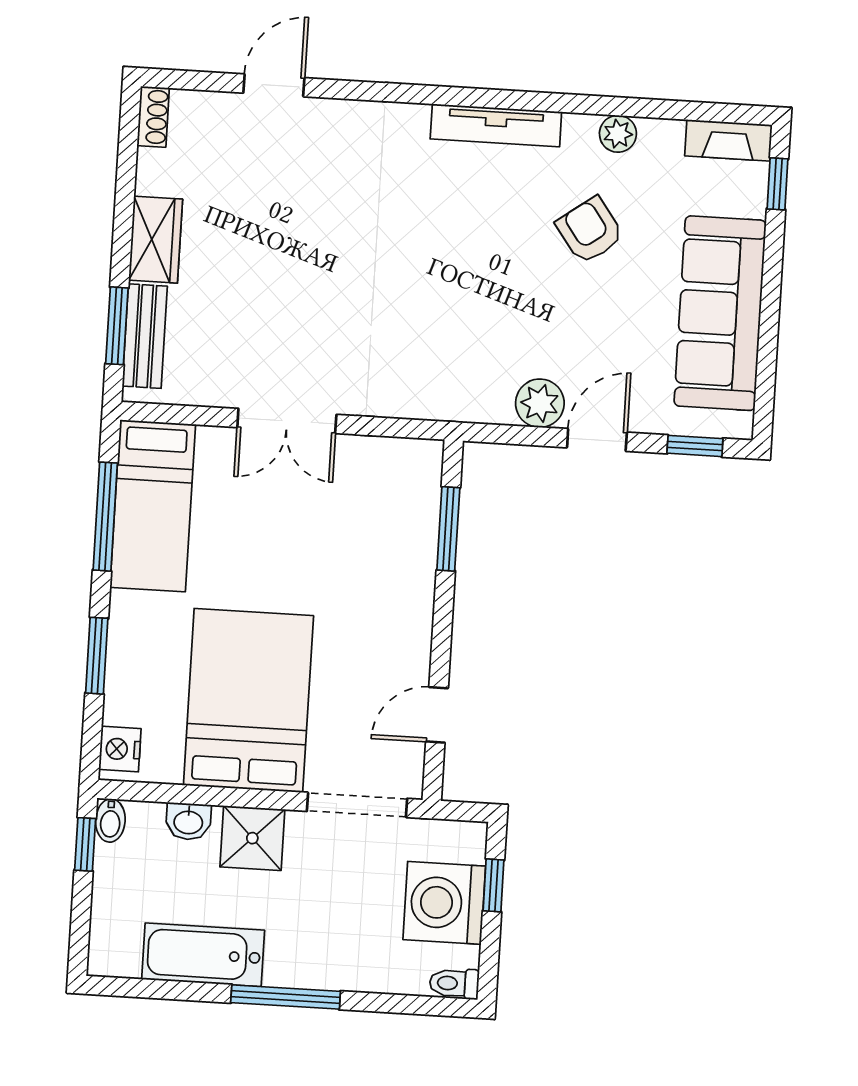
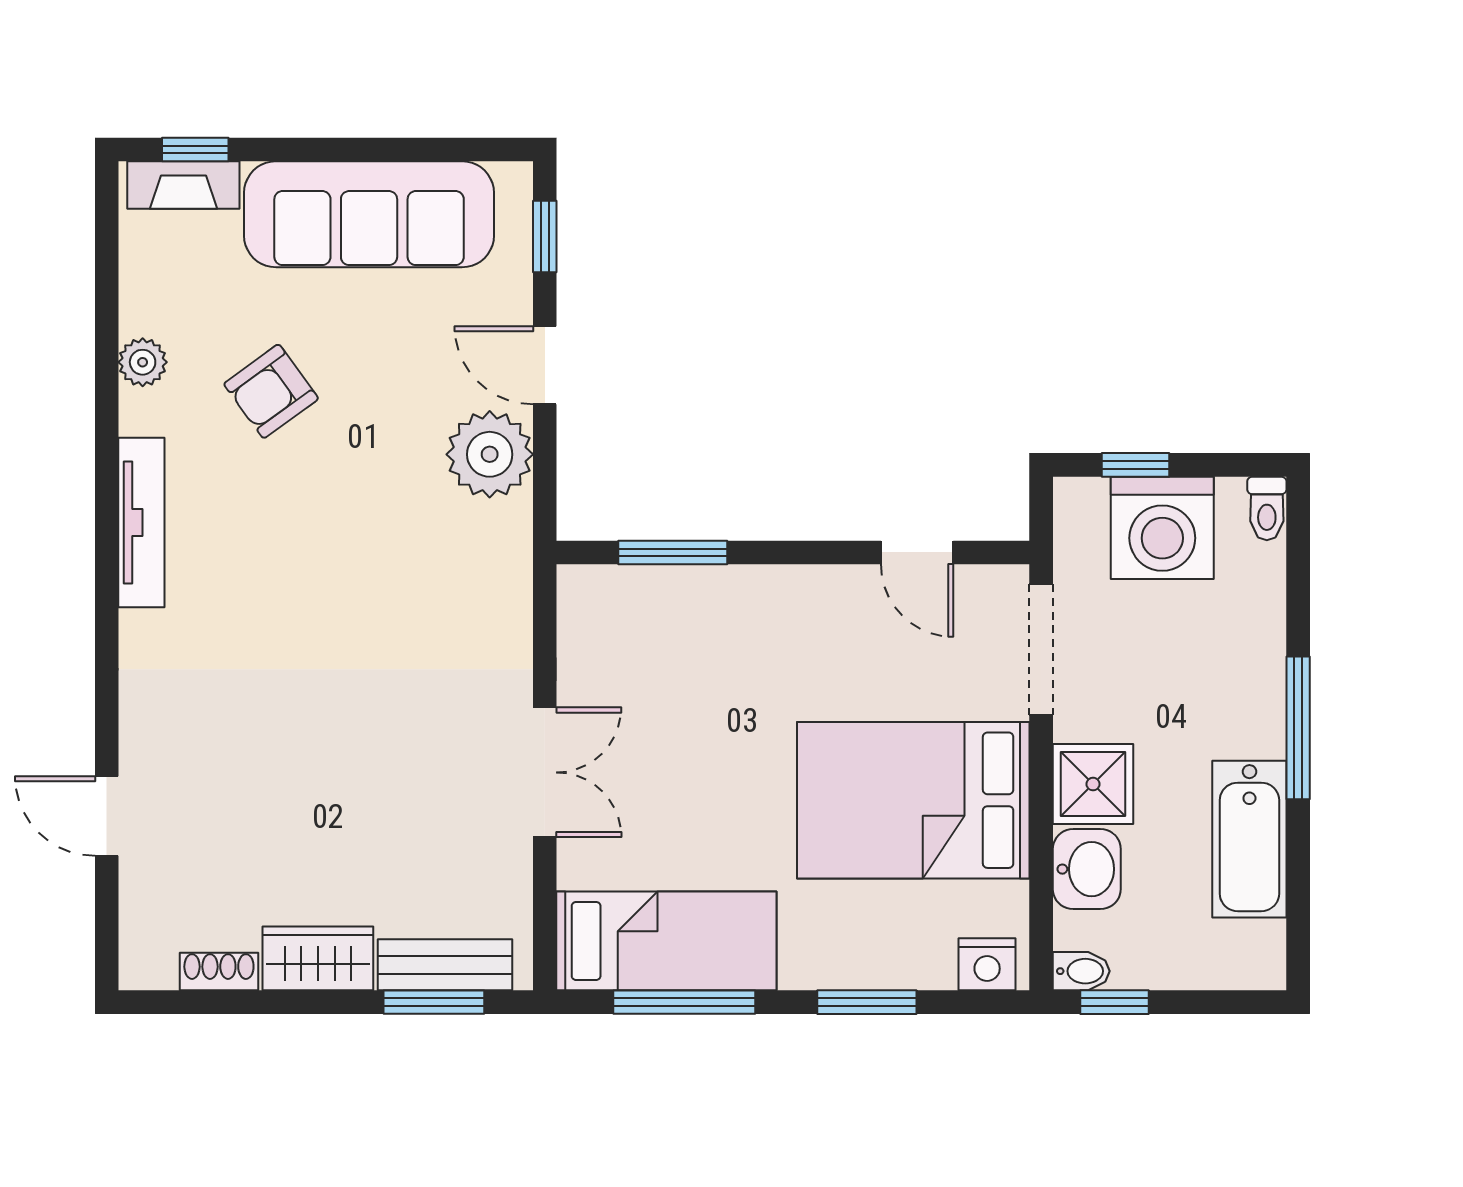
shoe rack: (153, 117) -> (219, 971), moved
fireplace: (728, 140) -> (183, 185), moved, turned 90
plant: (540, 403) -> (490, 454), width x1.36, depth x1.36
washbasin: (188, 821) -> (1087, 869), width x1.38, depth x1.45

